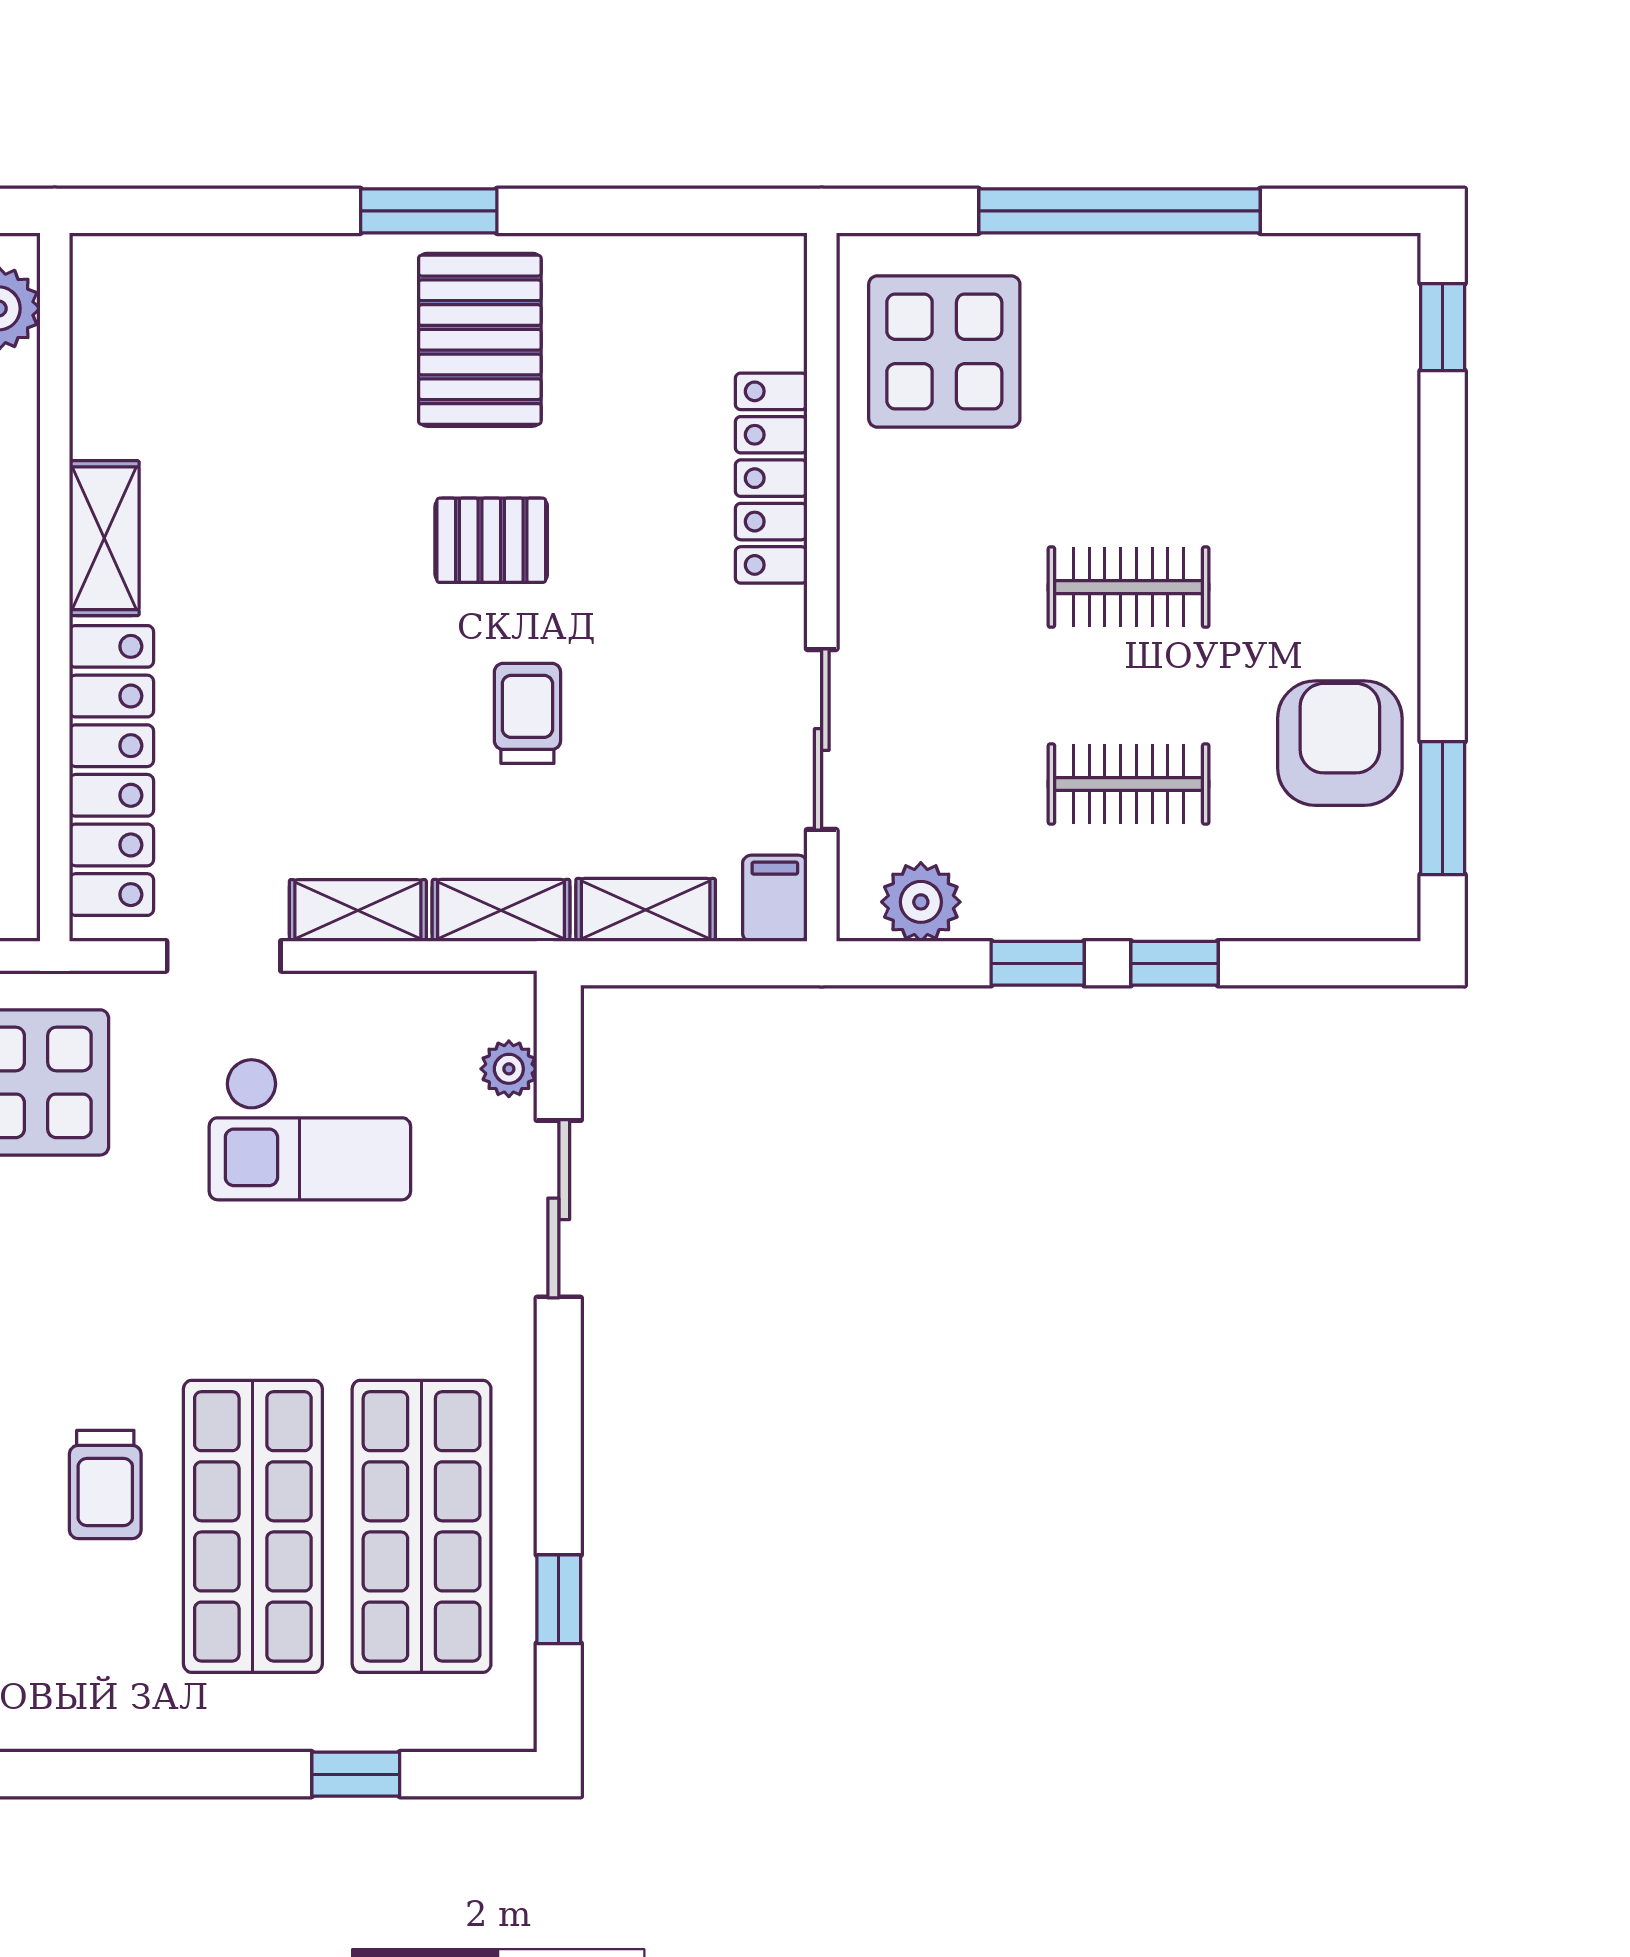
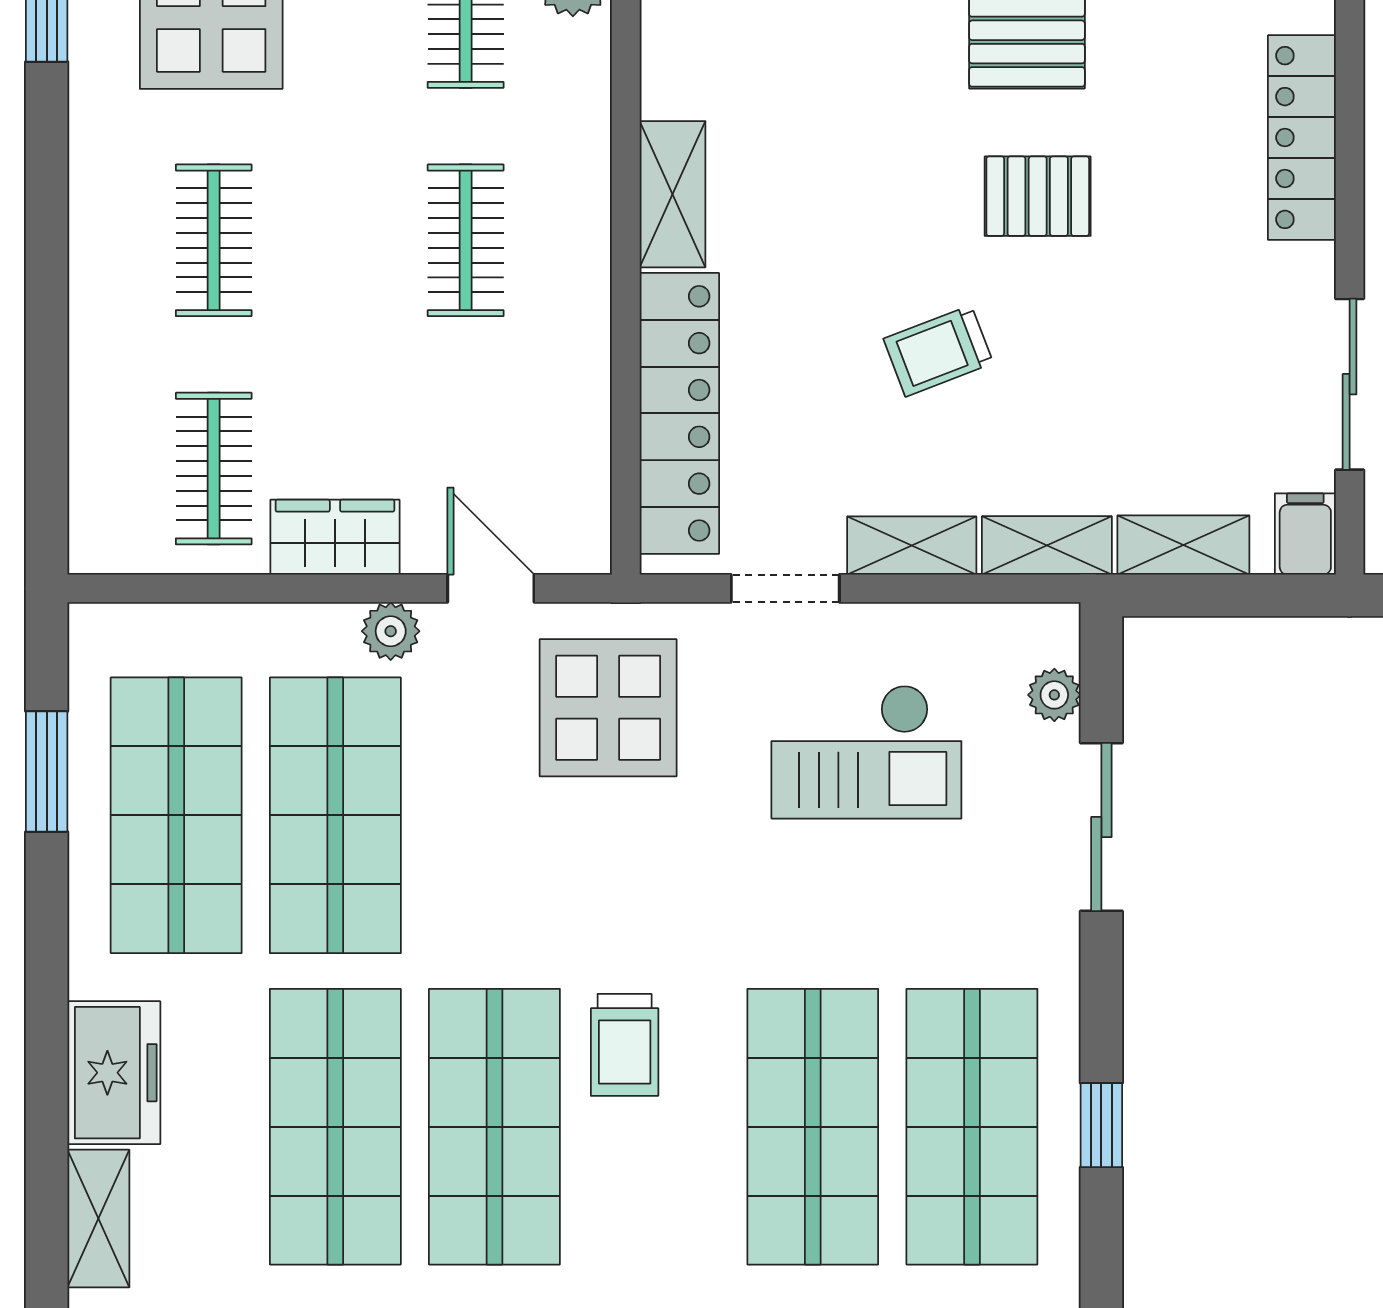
trolley: (527, 713) -> (938, 351), moved, turned -111
trolley: (105, 1484) -> (625, 1045), moved
window: (559, 1599) -> (1101, 1125), moved

